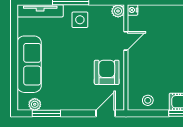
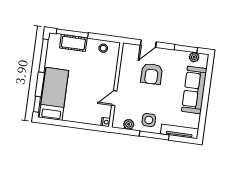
plant: (118, 11) -> (129, 124), moved
armchair: (107, 72) -> (152, 74), moved
door: (106, 113) -> (148, 44), moved

